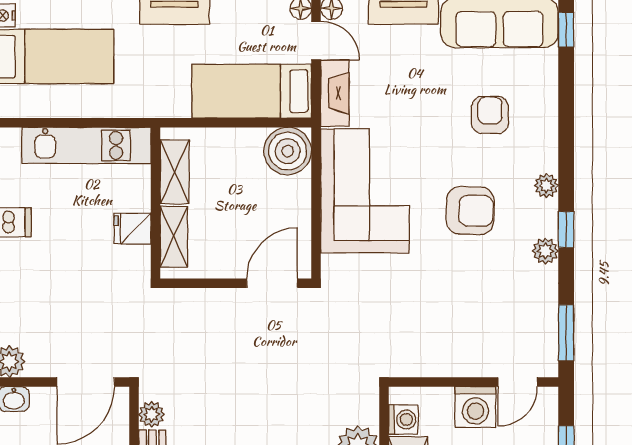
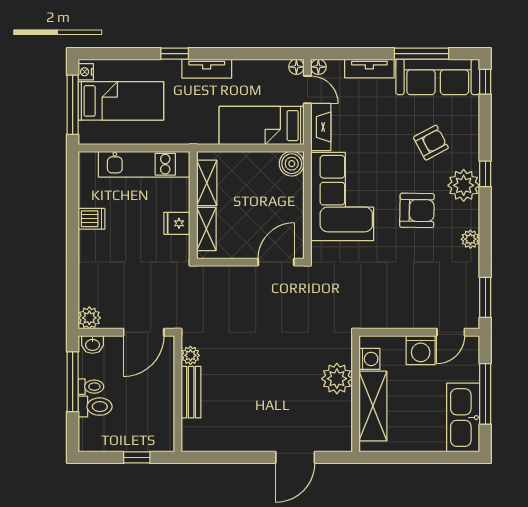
armchair: (490, 115) -> (431, 143), turned 62
boiler: (288, 151) -> (292, 164), width x0.73, depth x0.73
plant: (546, 186) -> (464, 185), width x1.88, depth x1.88
window: (566, 230) -> (485, 174), moved

